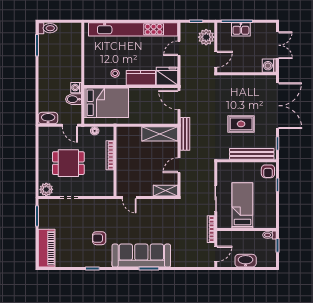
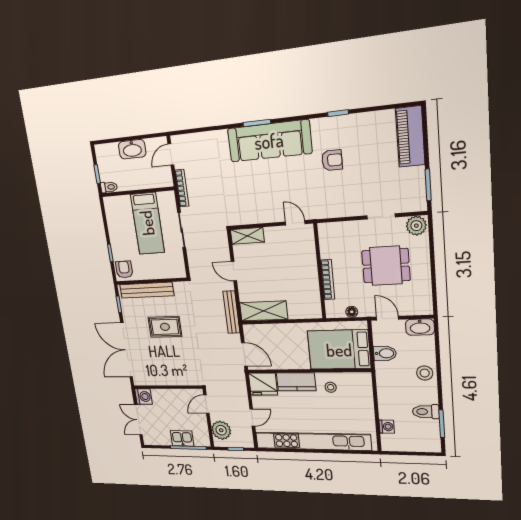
toilet: (48, 28) -> (426, 412), moved
stool: (47, 84) -> (425, 373), added
washing machine: (76, 88) -> (387, 427), moved
door: (179, 165) -> (234, 271), swing flipped

